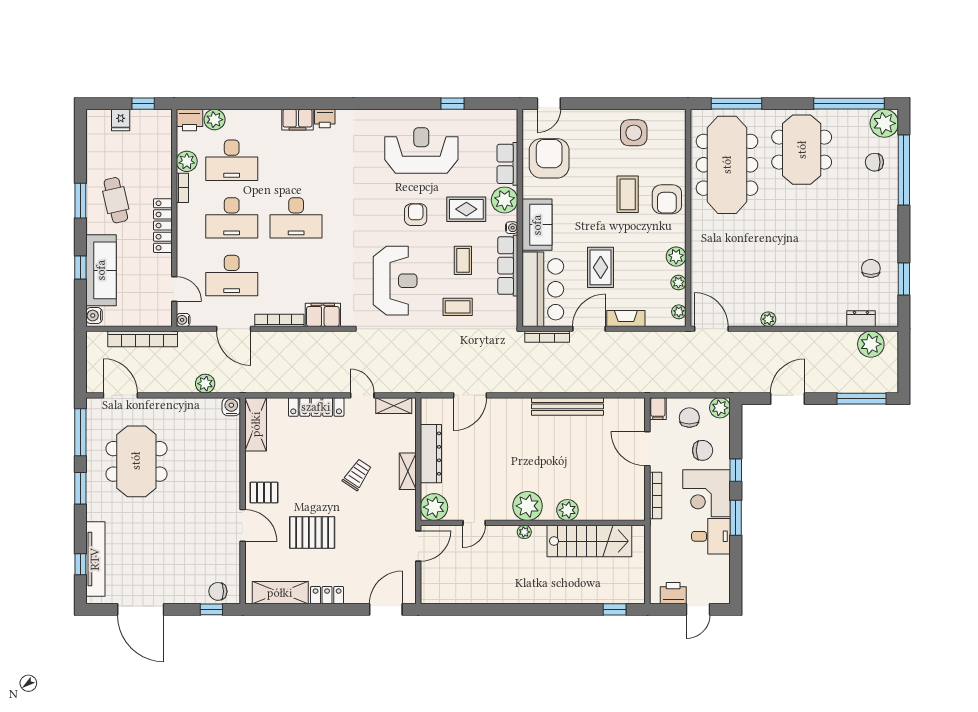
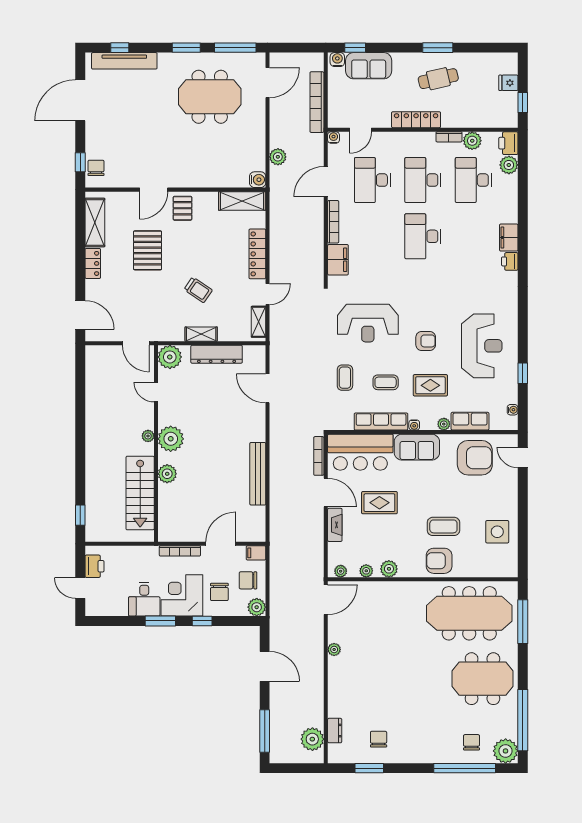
water cooler: (494, 115) -> (513, 410), added
plant: (505, 200) -> (444, 424), width x0.53, depth x0.53
rug: (466, 209) -> (430, 385), turned 90
window: (80, 267) -> (355, 48), moved
chair: (871, 268) -> (379, 739), turned -90
sofa: (101, 270) -> (369, 66), width x0.73
chair: (689, 418) -> (248, 580), turned 180

